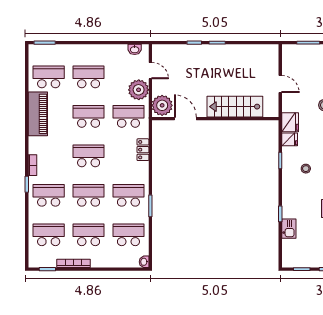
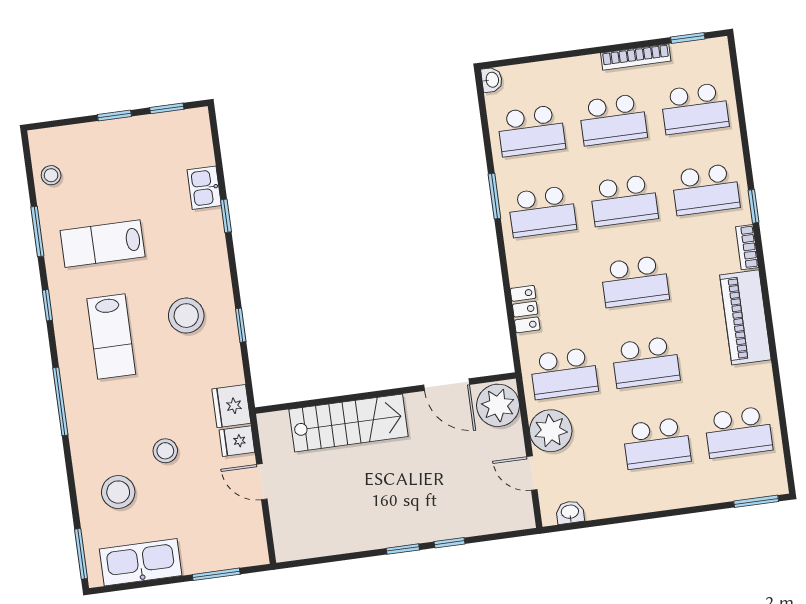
piano: (38, 114) -> (745, 317), moved
fridge: (290, 139) -> (237, 441), moved
stool: (306, 169) -> (186, 316), width x1.89, depth x1.89

